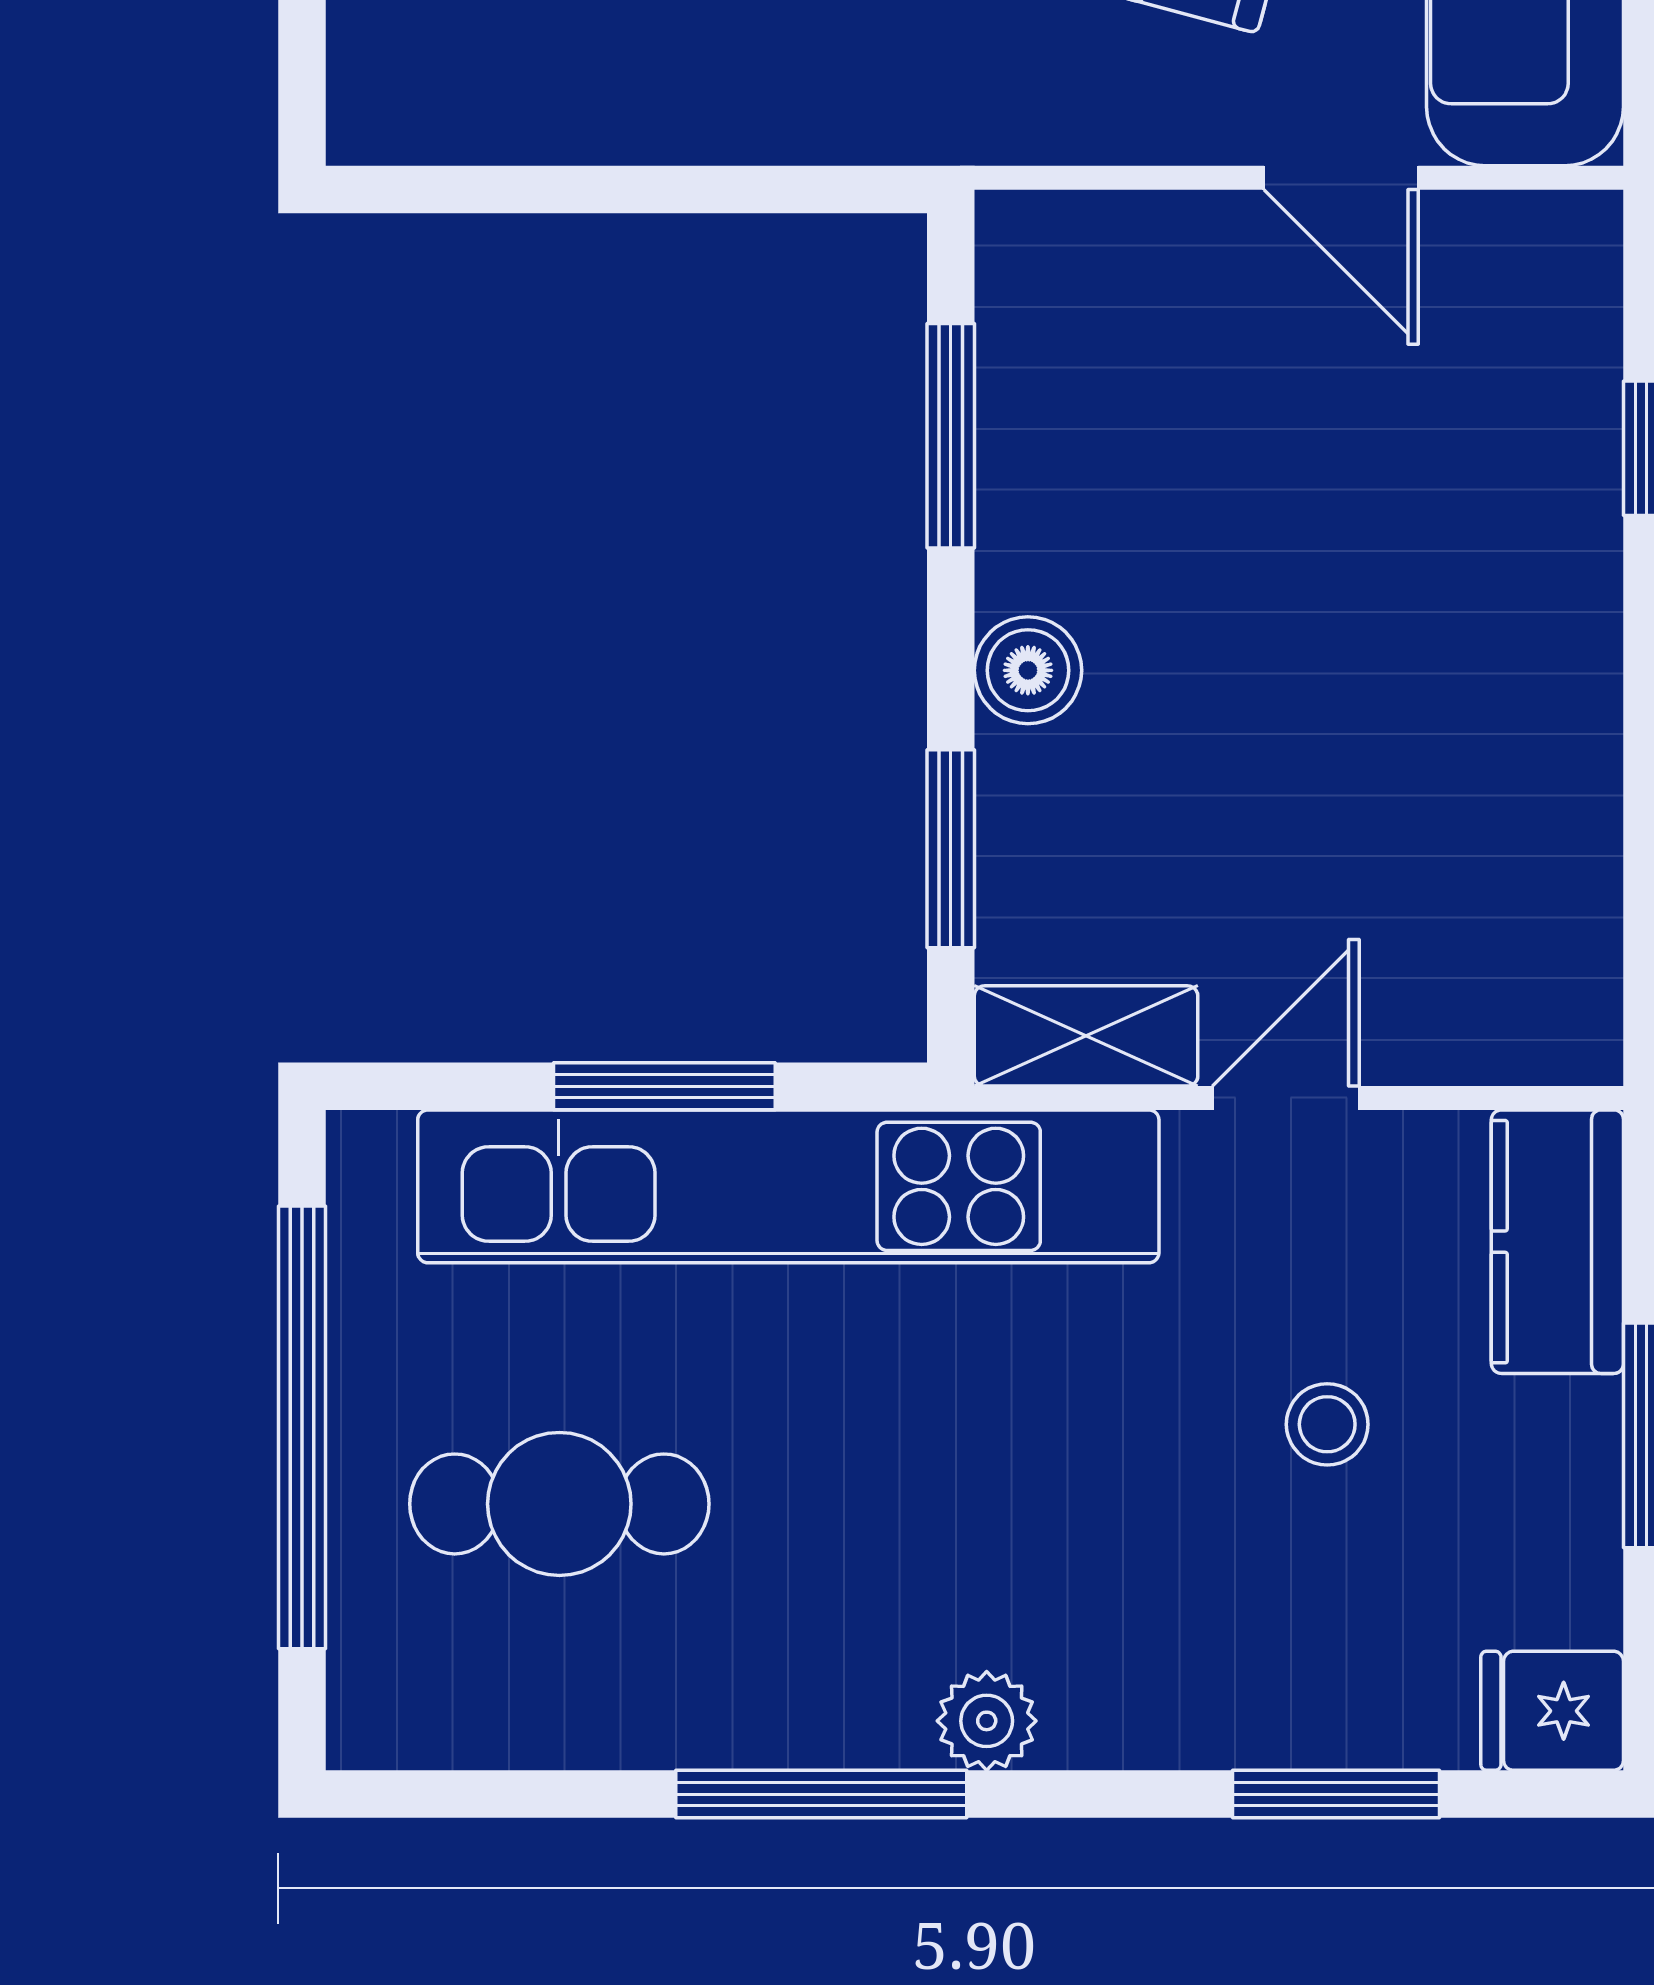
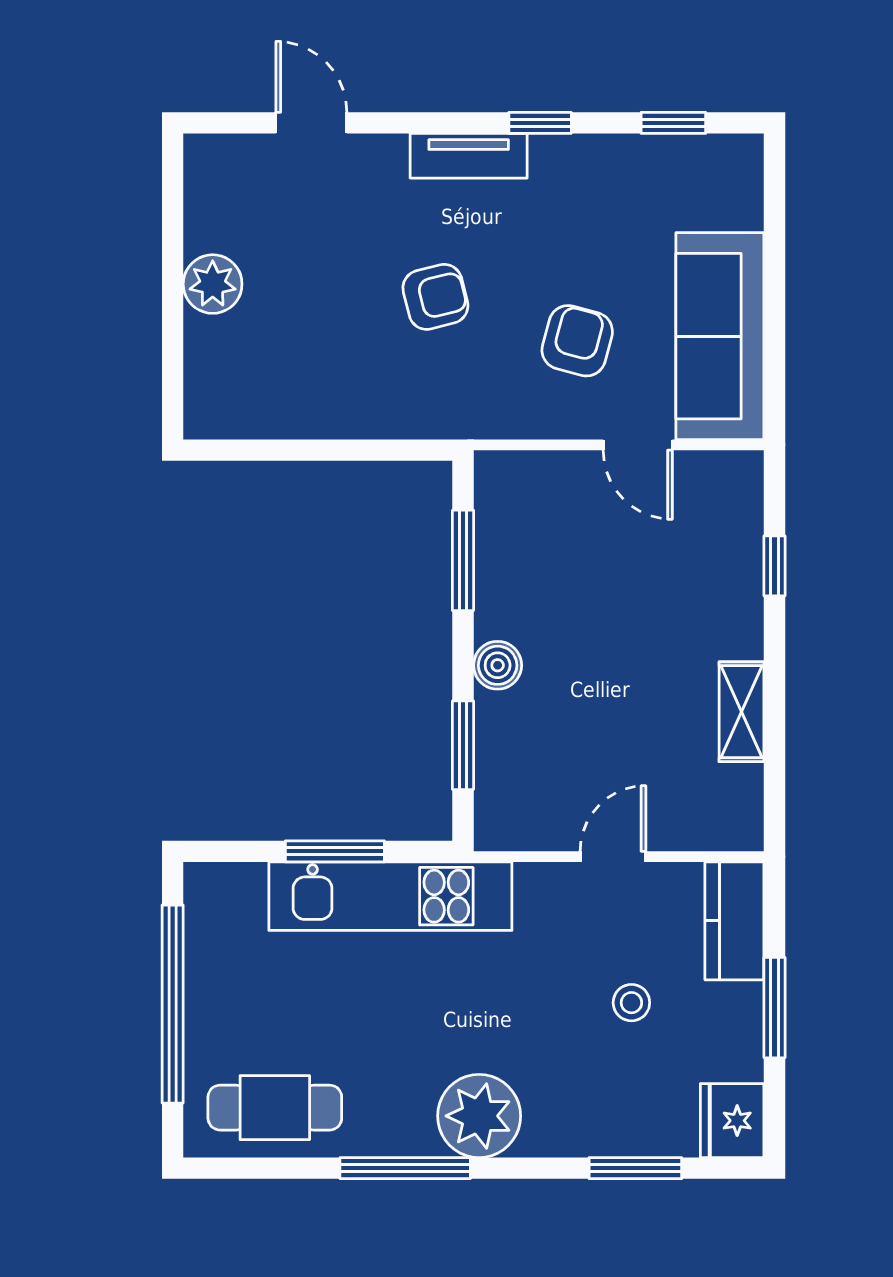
shelving: (1086, 1036) -> (741, 712), moved, turned 90
kitchen unit: (788, 1186) -> (390, 896), width x0.73
cafe table: (559, 1504) -> (275, 1108), moved
fridge: (1552, 1711) -> (732, 1121), width x1.38
plant: (987, 1721) -> (479, 1116), width x1.87, depth x1.87

